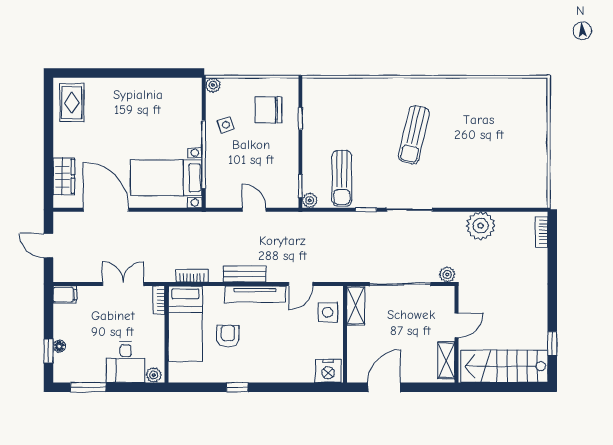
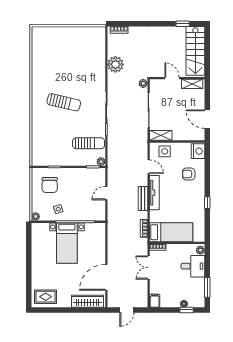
wardrobe: (64, 176) -> (87, 301), width x1.50
bed with nightstands: (166, 178) -> (67, 243), moved
armchair: (228, 336) -> (189, 174), moved

